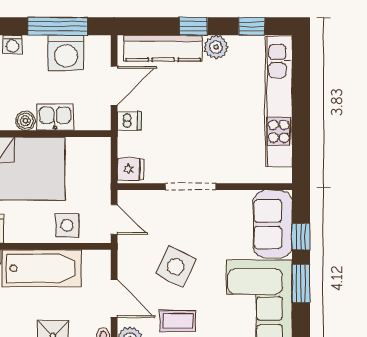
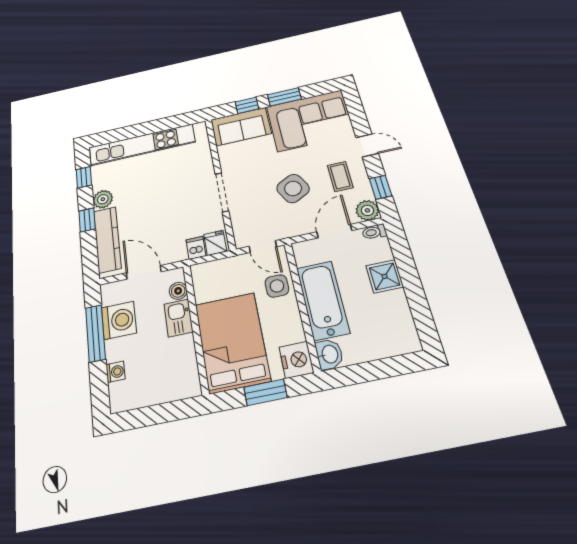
boiler: (25, 121) -> (178, 291), moved
dishwasher: (130, 121) -> (196, 248), moved
door: (114, 220) -> (263, 247), swing flipped
side table: (176, 267) -> (293, 188), turned 36

